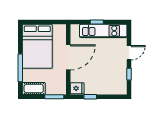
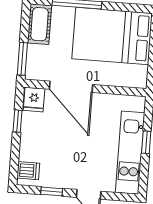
door: (68, 57) -> (71, 87), moved
dishwasher: (118, 88) -> (28, 171), added

